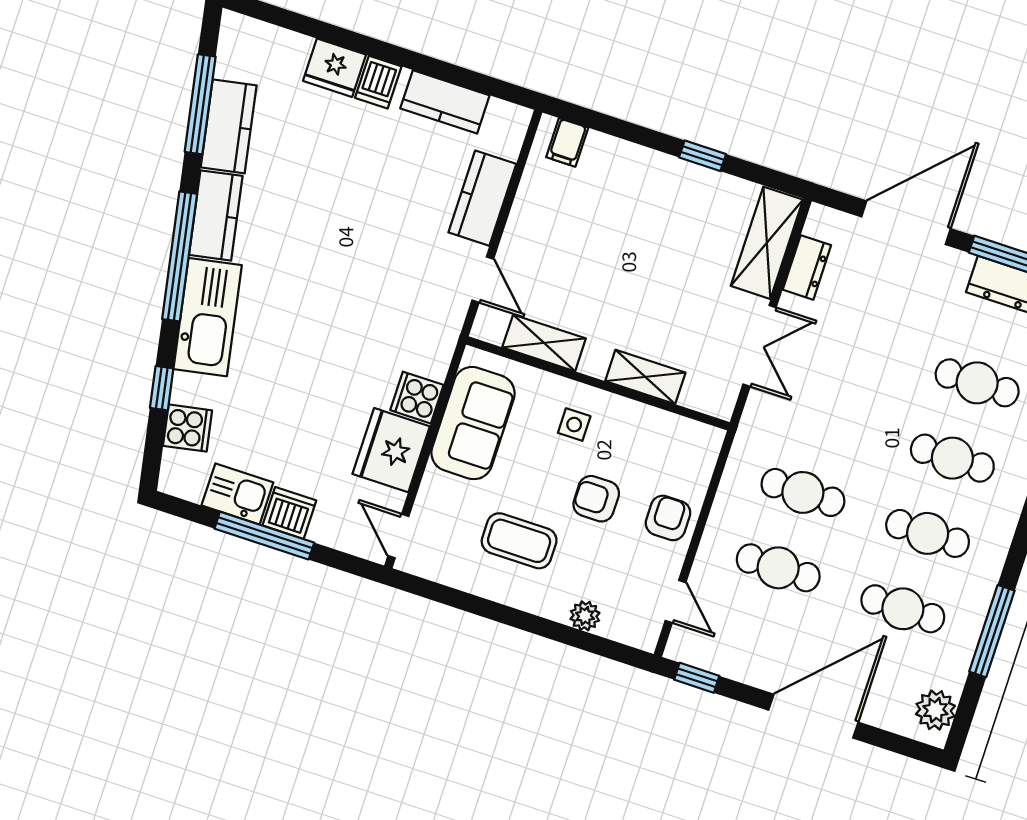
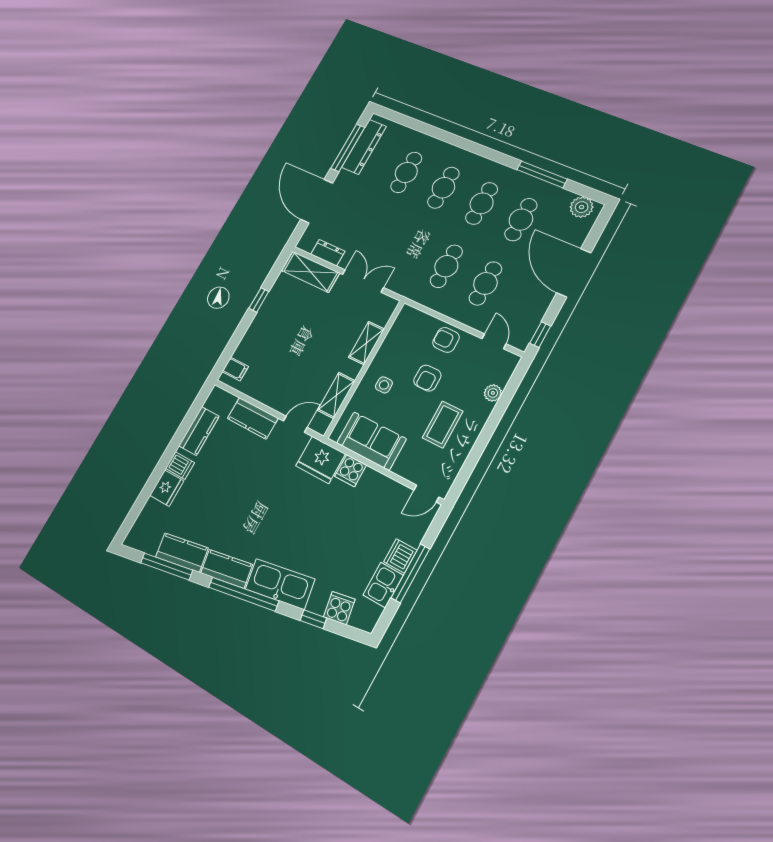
fridge: (391, 450) -> (320, 460), moved
door: (676, 602) -> (494, 341), hinge flipped

